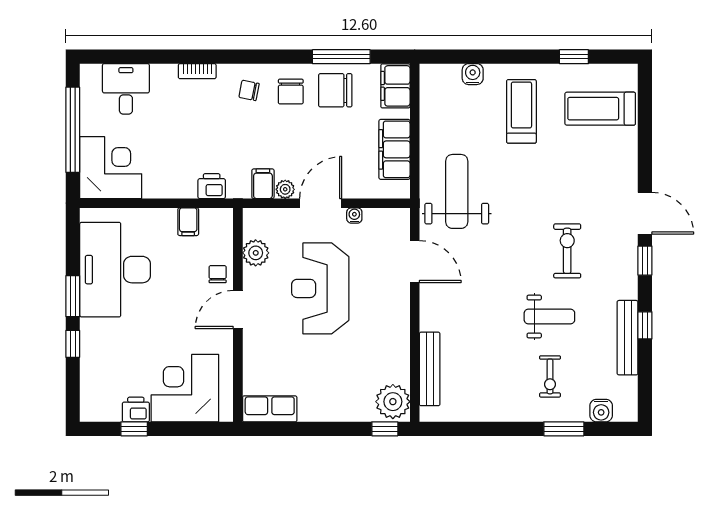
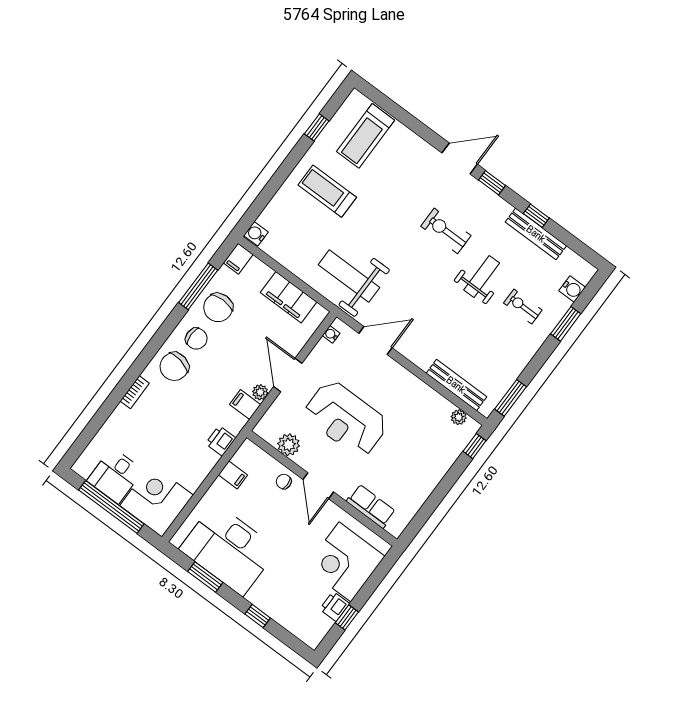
water cooler: (473, 74) -> (256, 234), moved
filing cabinet: (395, 86) -> (238, 259), width x0.50
desk: (126, 89) -> (115, 476), moved, turned -90
chair: (249, 90) -> (174, 367), width x1.87, depth x1.87
water cooler: (354, 215) -> (331, 334), moved
window: (73, 296) -> (205, 577), moved
exercise bike: (550, 376) -> (523, 307), turned 180
plant: (393, 402) -> (459, 417), width x0.53, depth x0.53
row of seats: (270, 409) -> (371, 506), moved, turned 90
window: (455, 429) -> (510, 398), added

